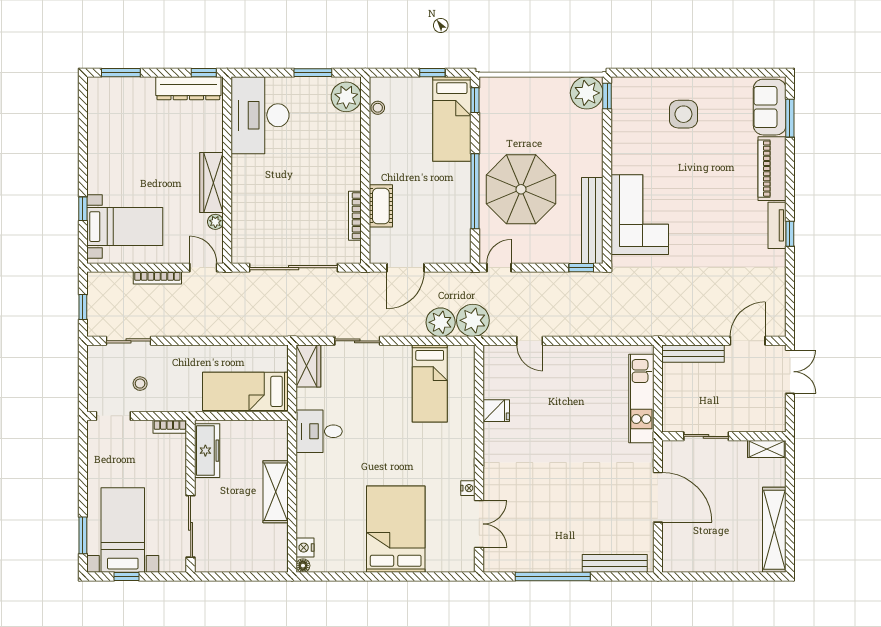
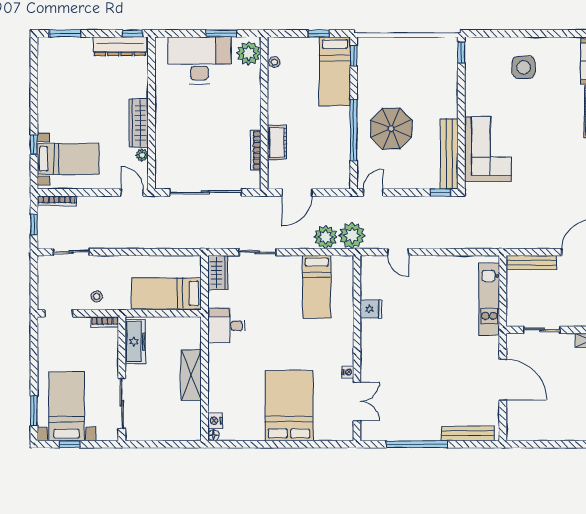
plant: (587, 93) -> (445, 50), removed
desk: (260, 115) -> (200, 60), moved, turned 90
parasol: (521, 189) -> (391, 129), width x0.73, depth x0.73
bookcase: (157, 278) -> (57, 201), moved
stool: (140, 384) -> (97, 296), moved

